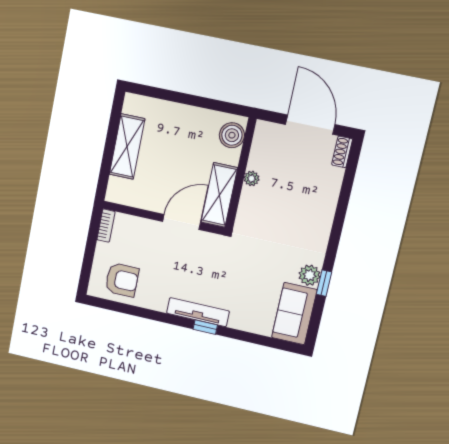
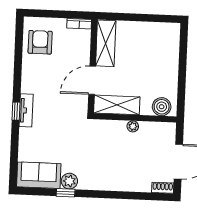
shelving: (127, 147) -> (106, 43), moved, turned 90
door: (182, 222) -> (92, 80), swing flipped
armchair: (122, 280) -> (40, 42), turned 180
tv unit: (198, 312) -> (26, 110), width x0.71

